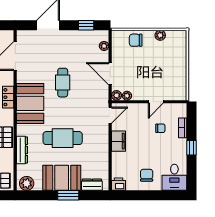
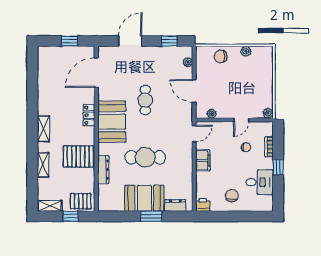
plant: (117, 95) -> (268, 113), moved
desk: (174, 177) -> (260, 182), moved, turned -90
plant: (27, 183) -> (108, 204), removed

